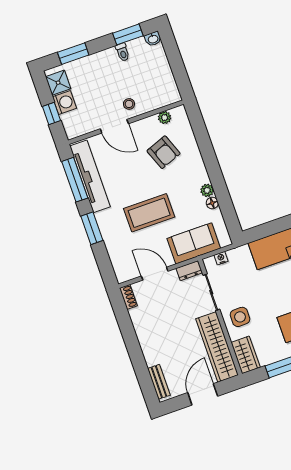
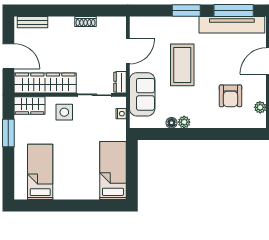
armchair: (164, 152) -> (230, 96), turned -69
shoe rack: (128, 297) -> (85, 21), moved

